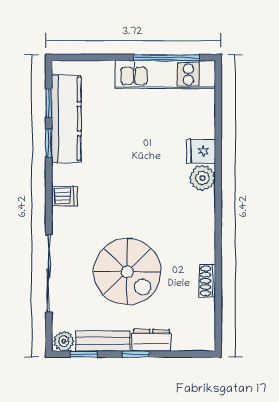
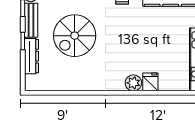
shoe rack: (207, 281) -> (69, 86), removed
dresser: (151, 340) -> (31, 56), width x1.44

